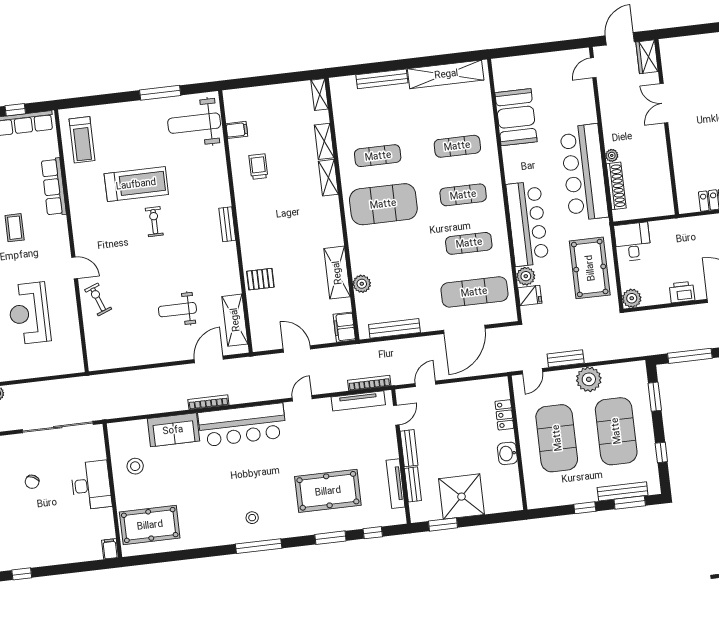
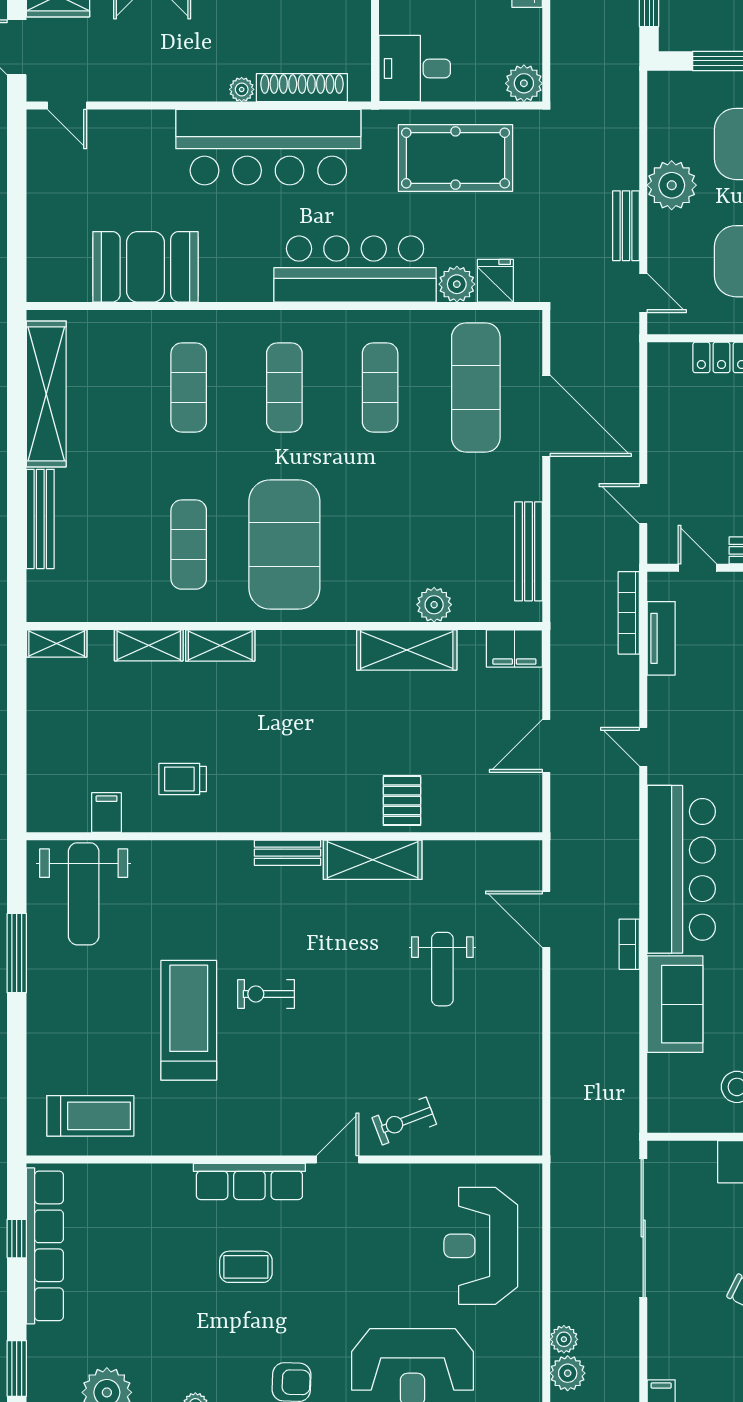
row of seats: (54, 187) -> (249, 1181), moved
reception desk: (29, 313) -> (481, 1246), moved, turned 90
shelving: (235, 320) -> (373, 860), moved
tv unit: (358, 401) -> (661, 638), width x0.71
bookcase: (208, 402) -> (629, 944), width x0.64

